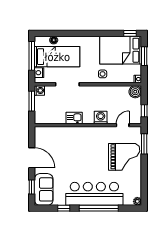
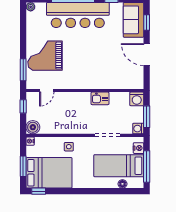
washing machine: (101, 117) -> (137, 99), moved

